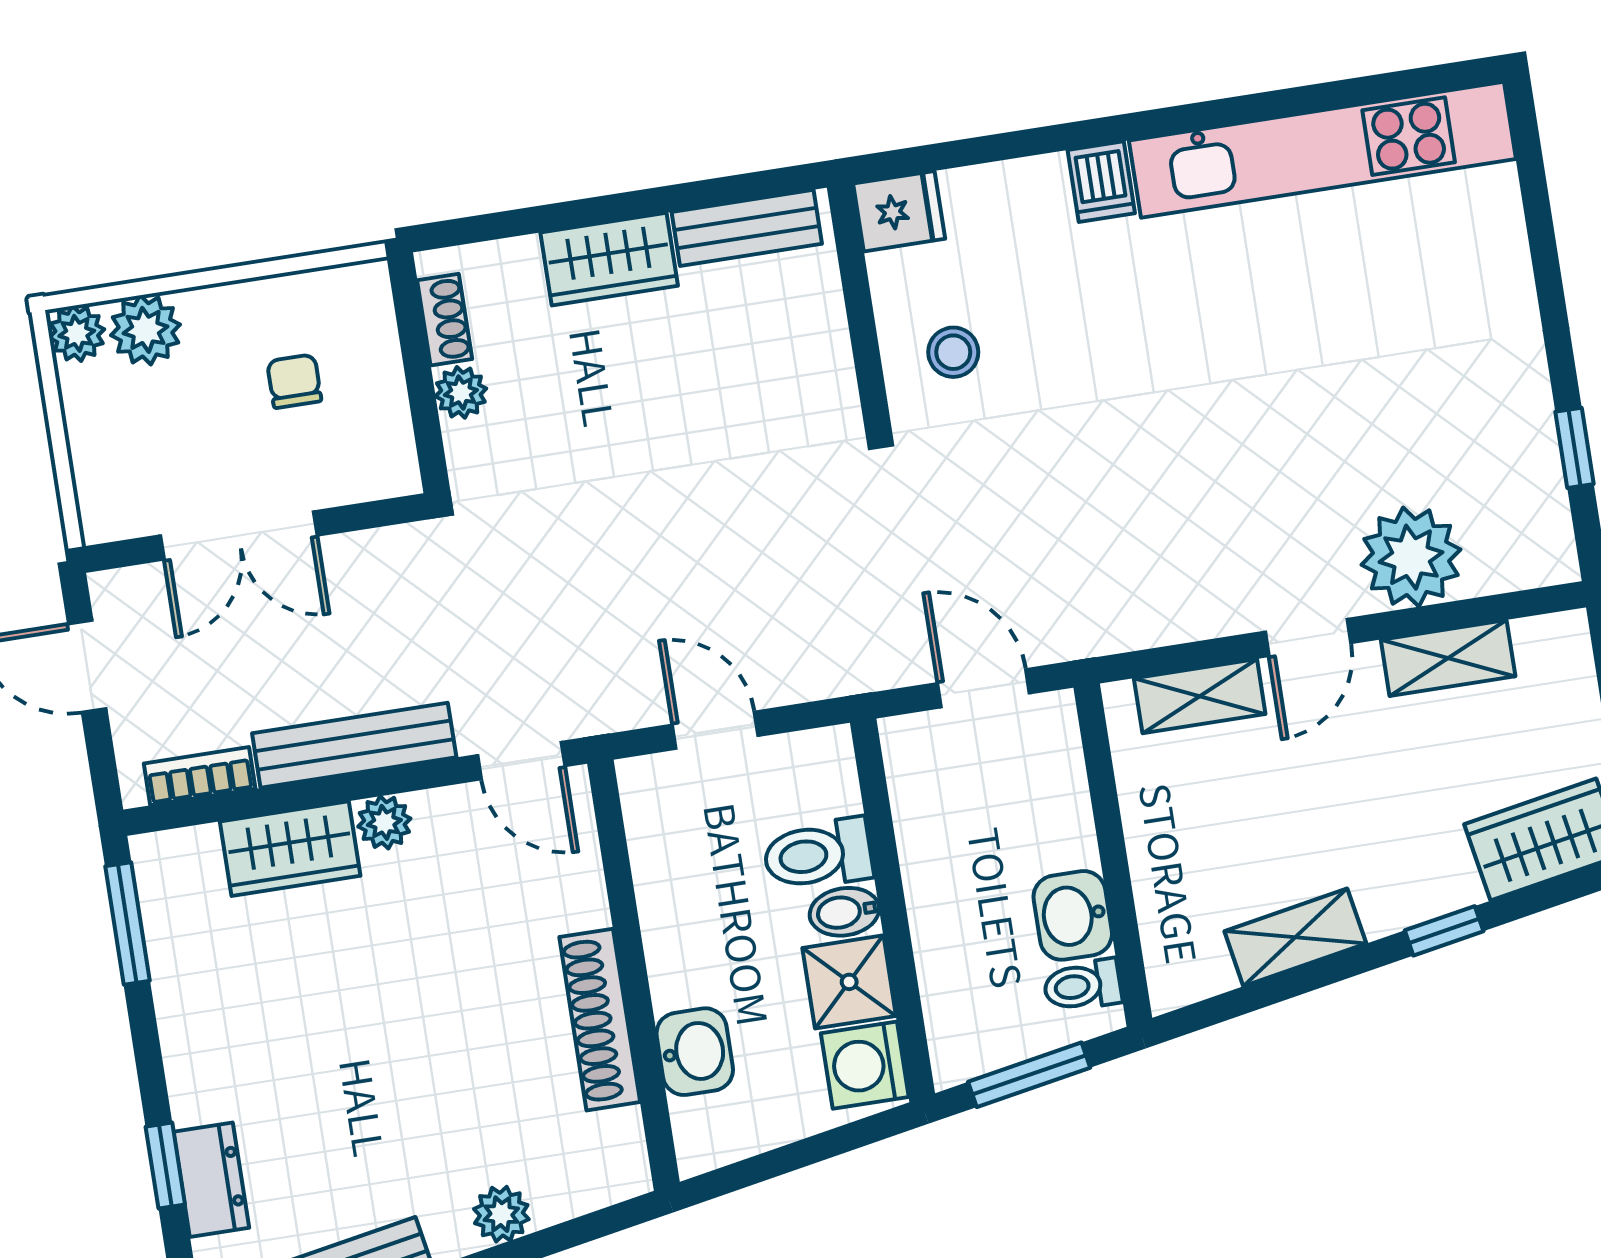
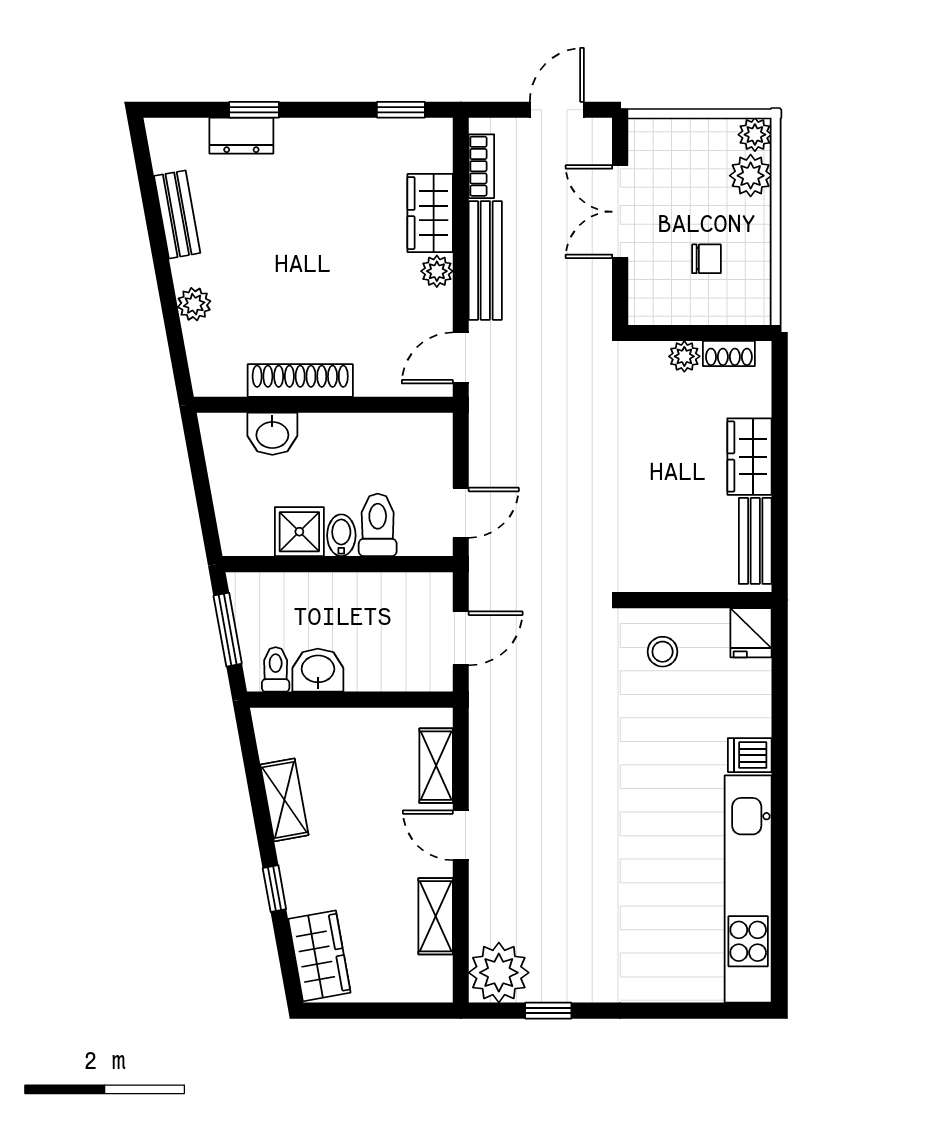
plant: (1411, 557) -> (499, 973), moved
door: (715, 730) -> (461, 513), moved
window: (127, 924) -> (401, 110), width x0.67
washing machine: (865, 1065) -> (249, 533), removed

